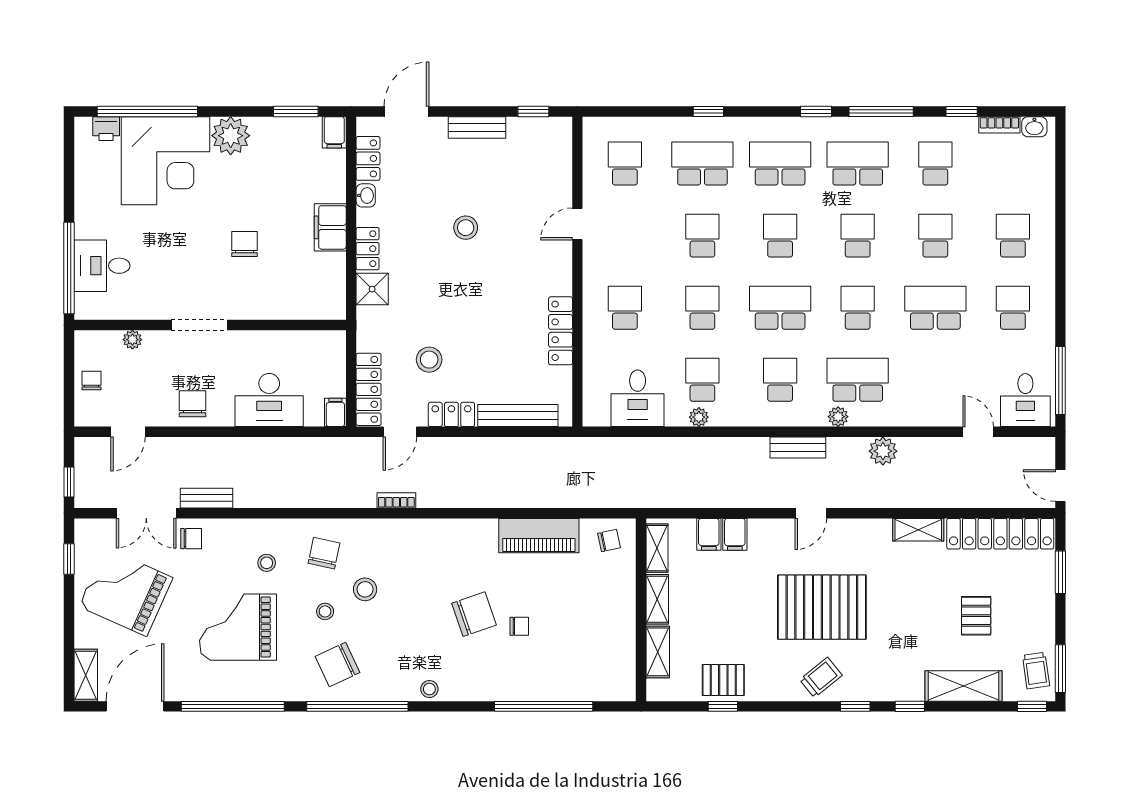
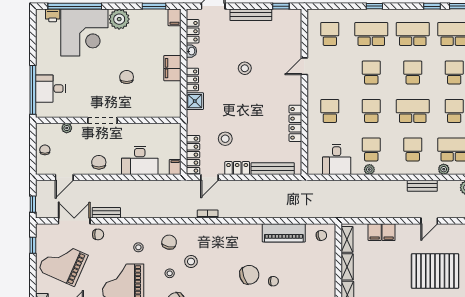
bench: (477, 128) -> (251, 15), width x1.36
double door: (146, 513) -> (74, 221), swing flipped

